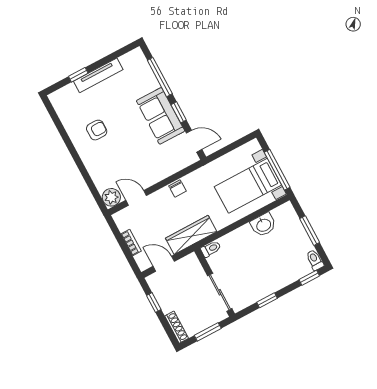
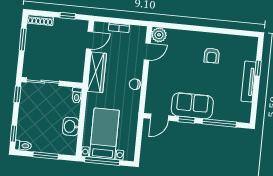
toilet: (211, 249) -> (77, 95), moved
wall: (214, 282) -> (52, 83), moved
sliding door: (220, 292) -> (43, 82), moved

